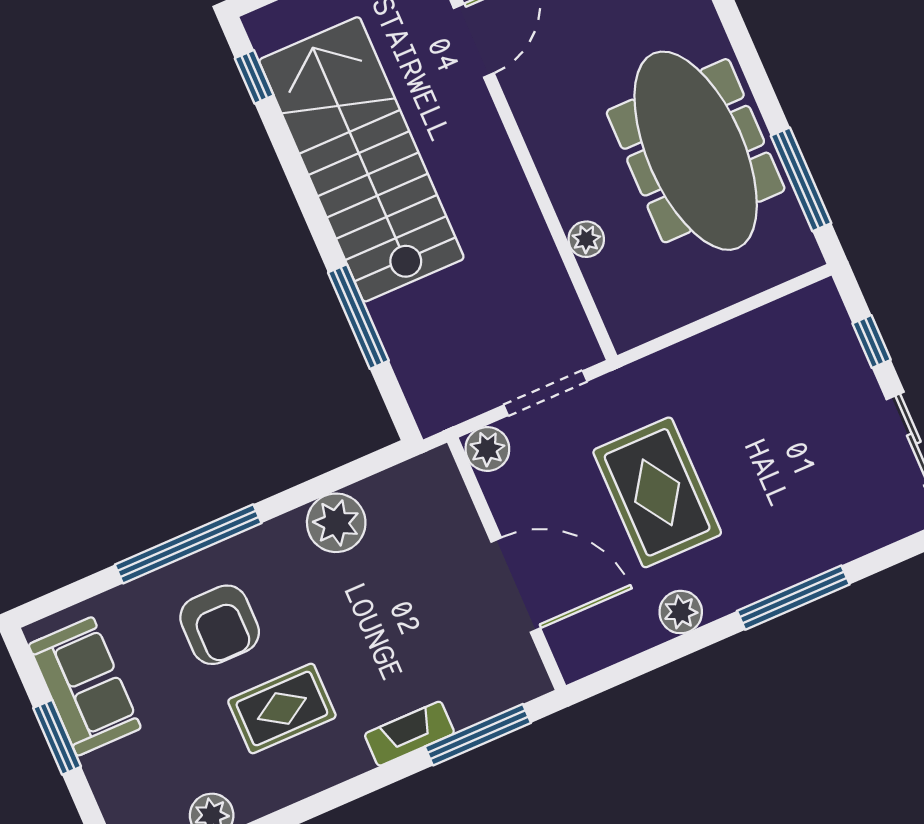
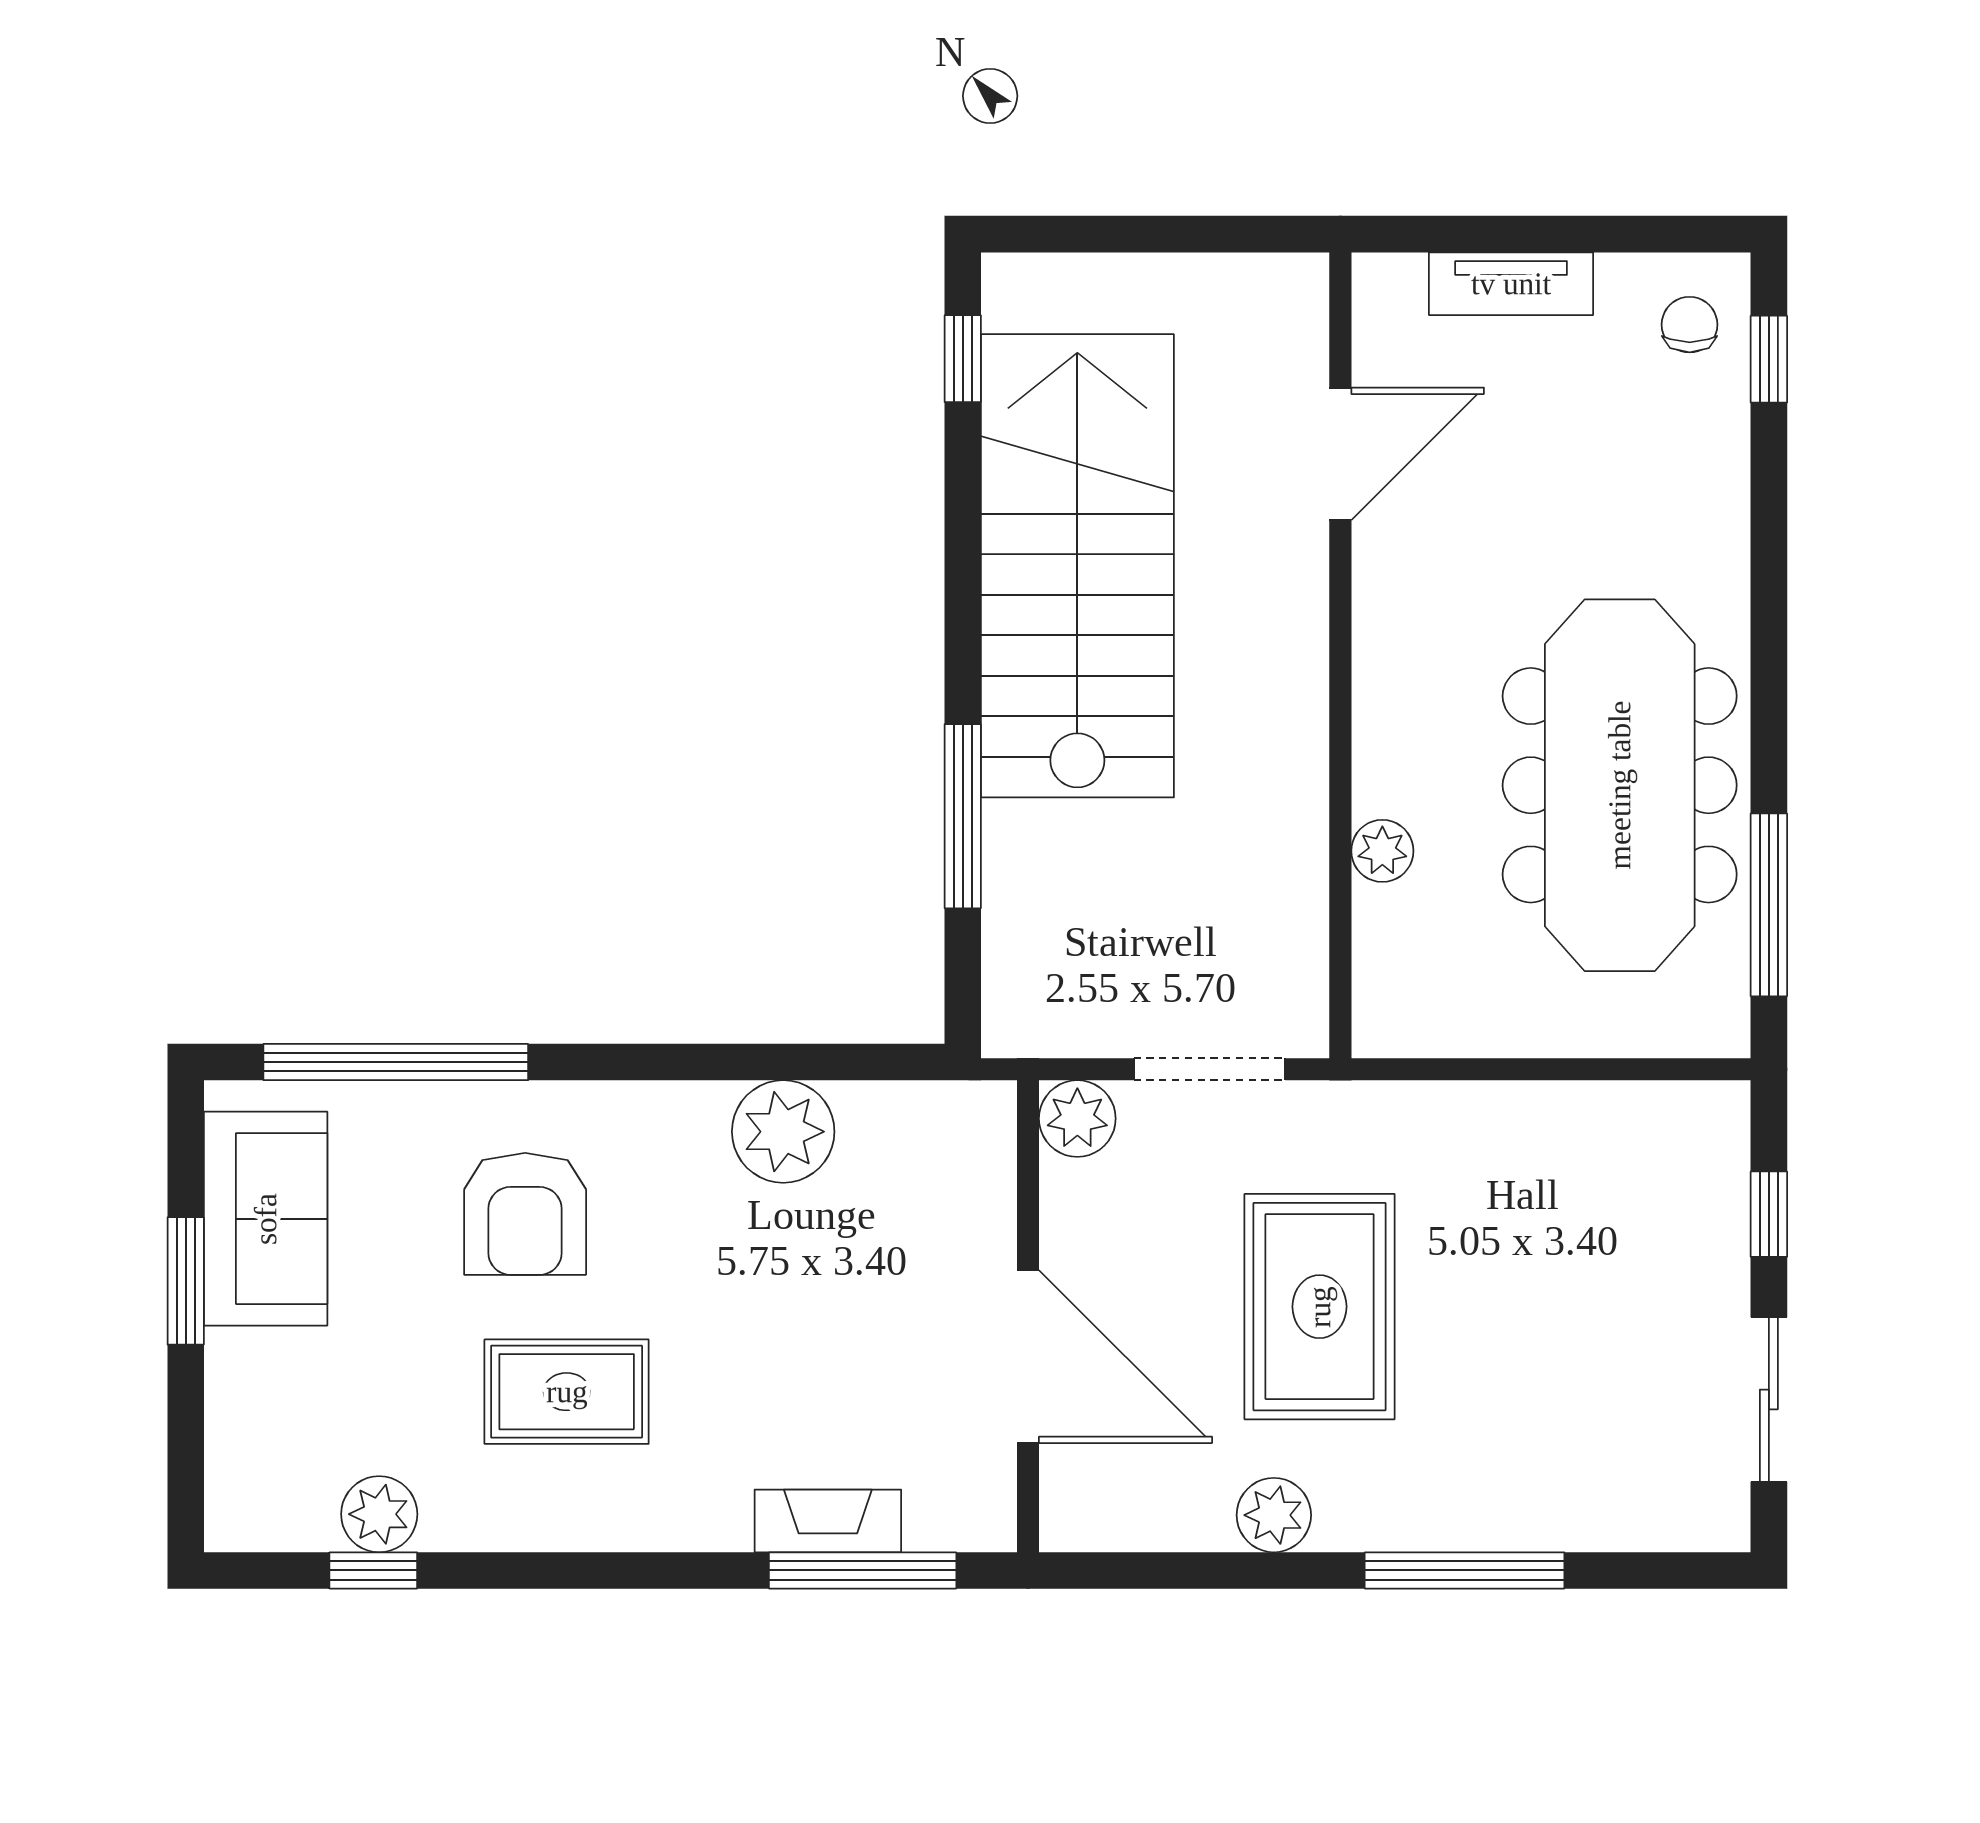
window: (188, 544) -> (396, 1062), moved
fireplace: (409, 734) -> (828, 1521), moved

